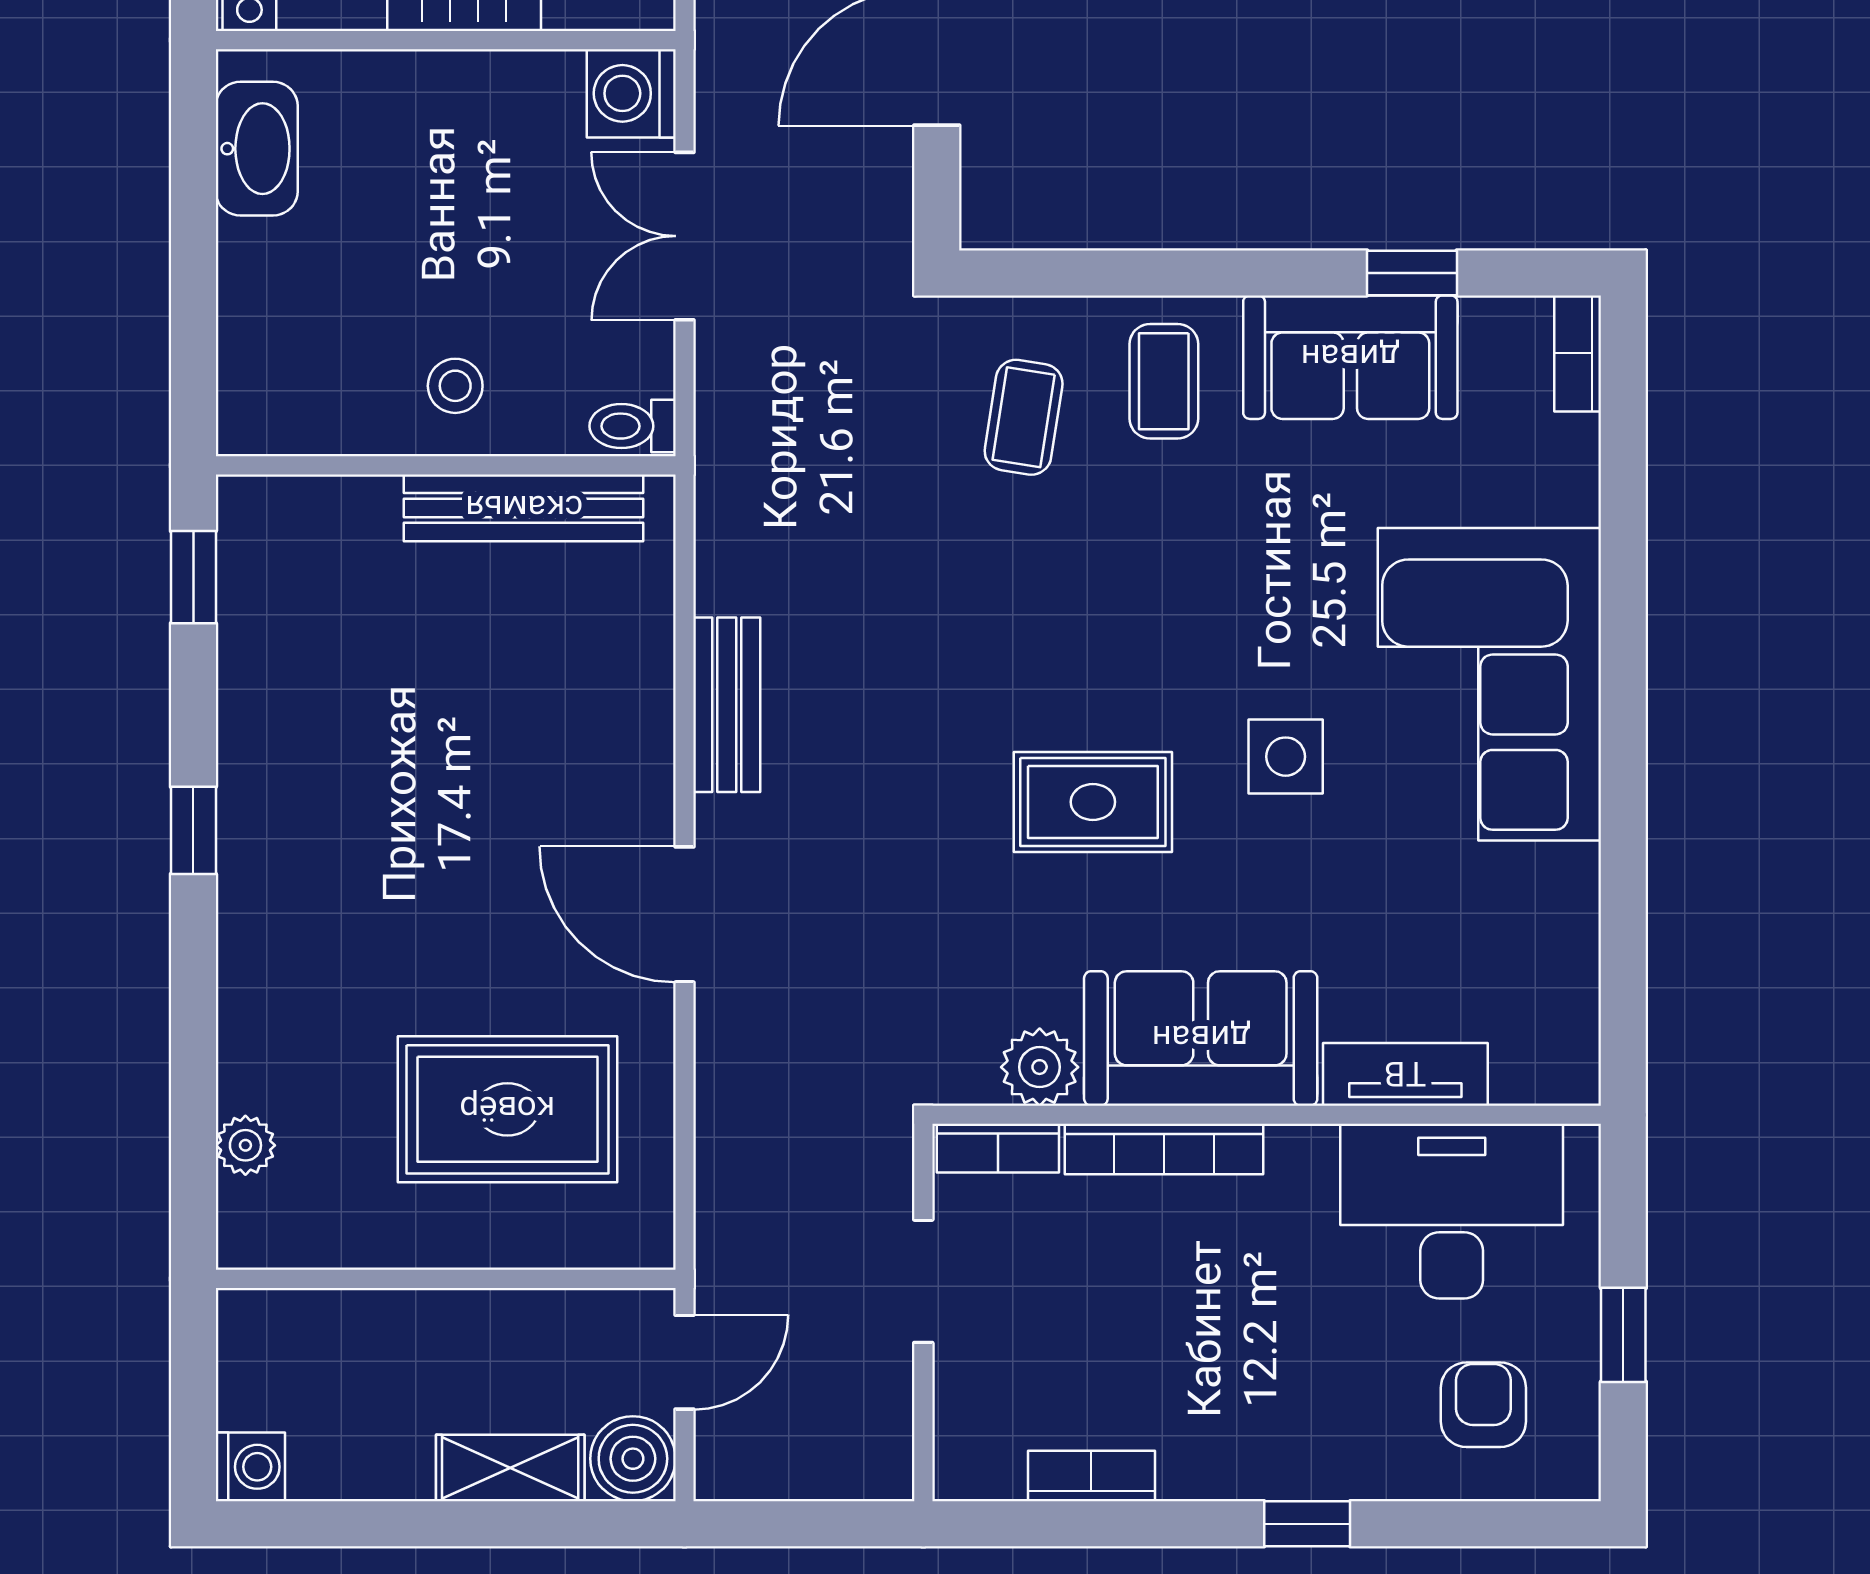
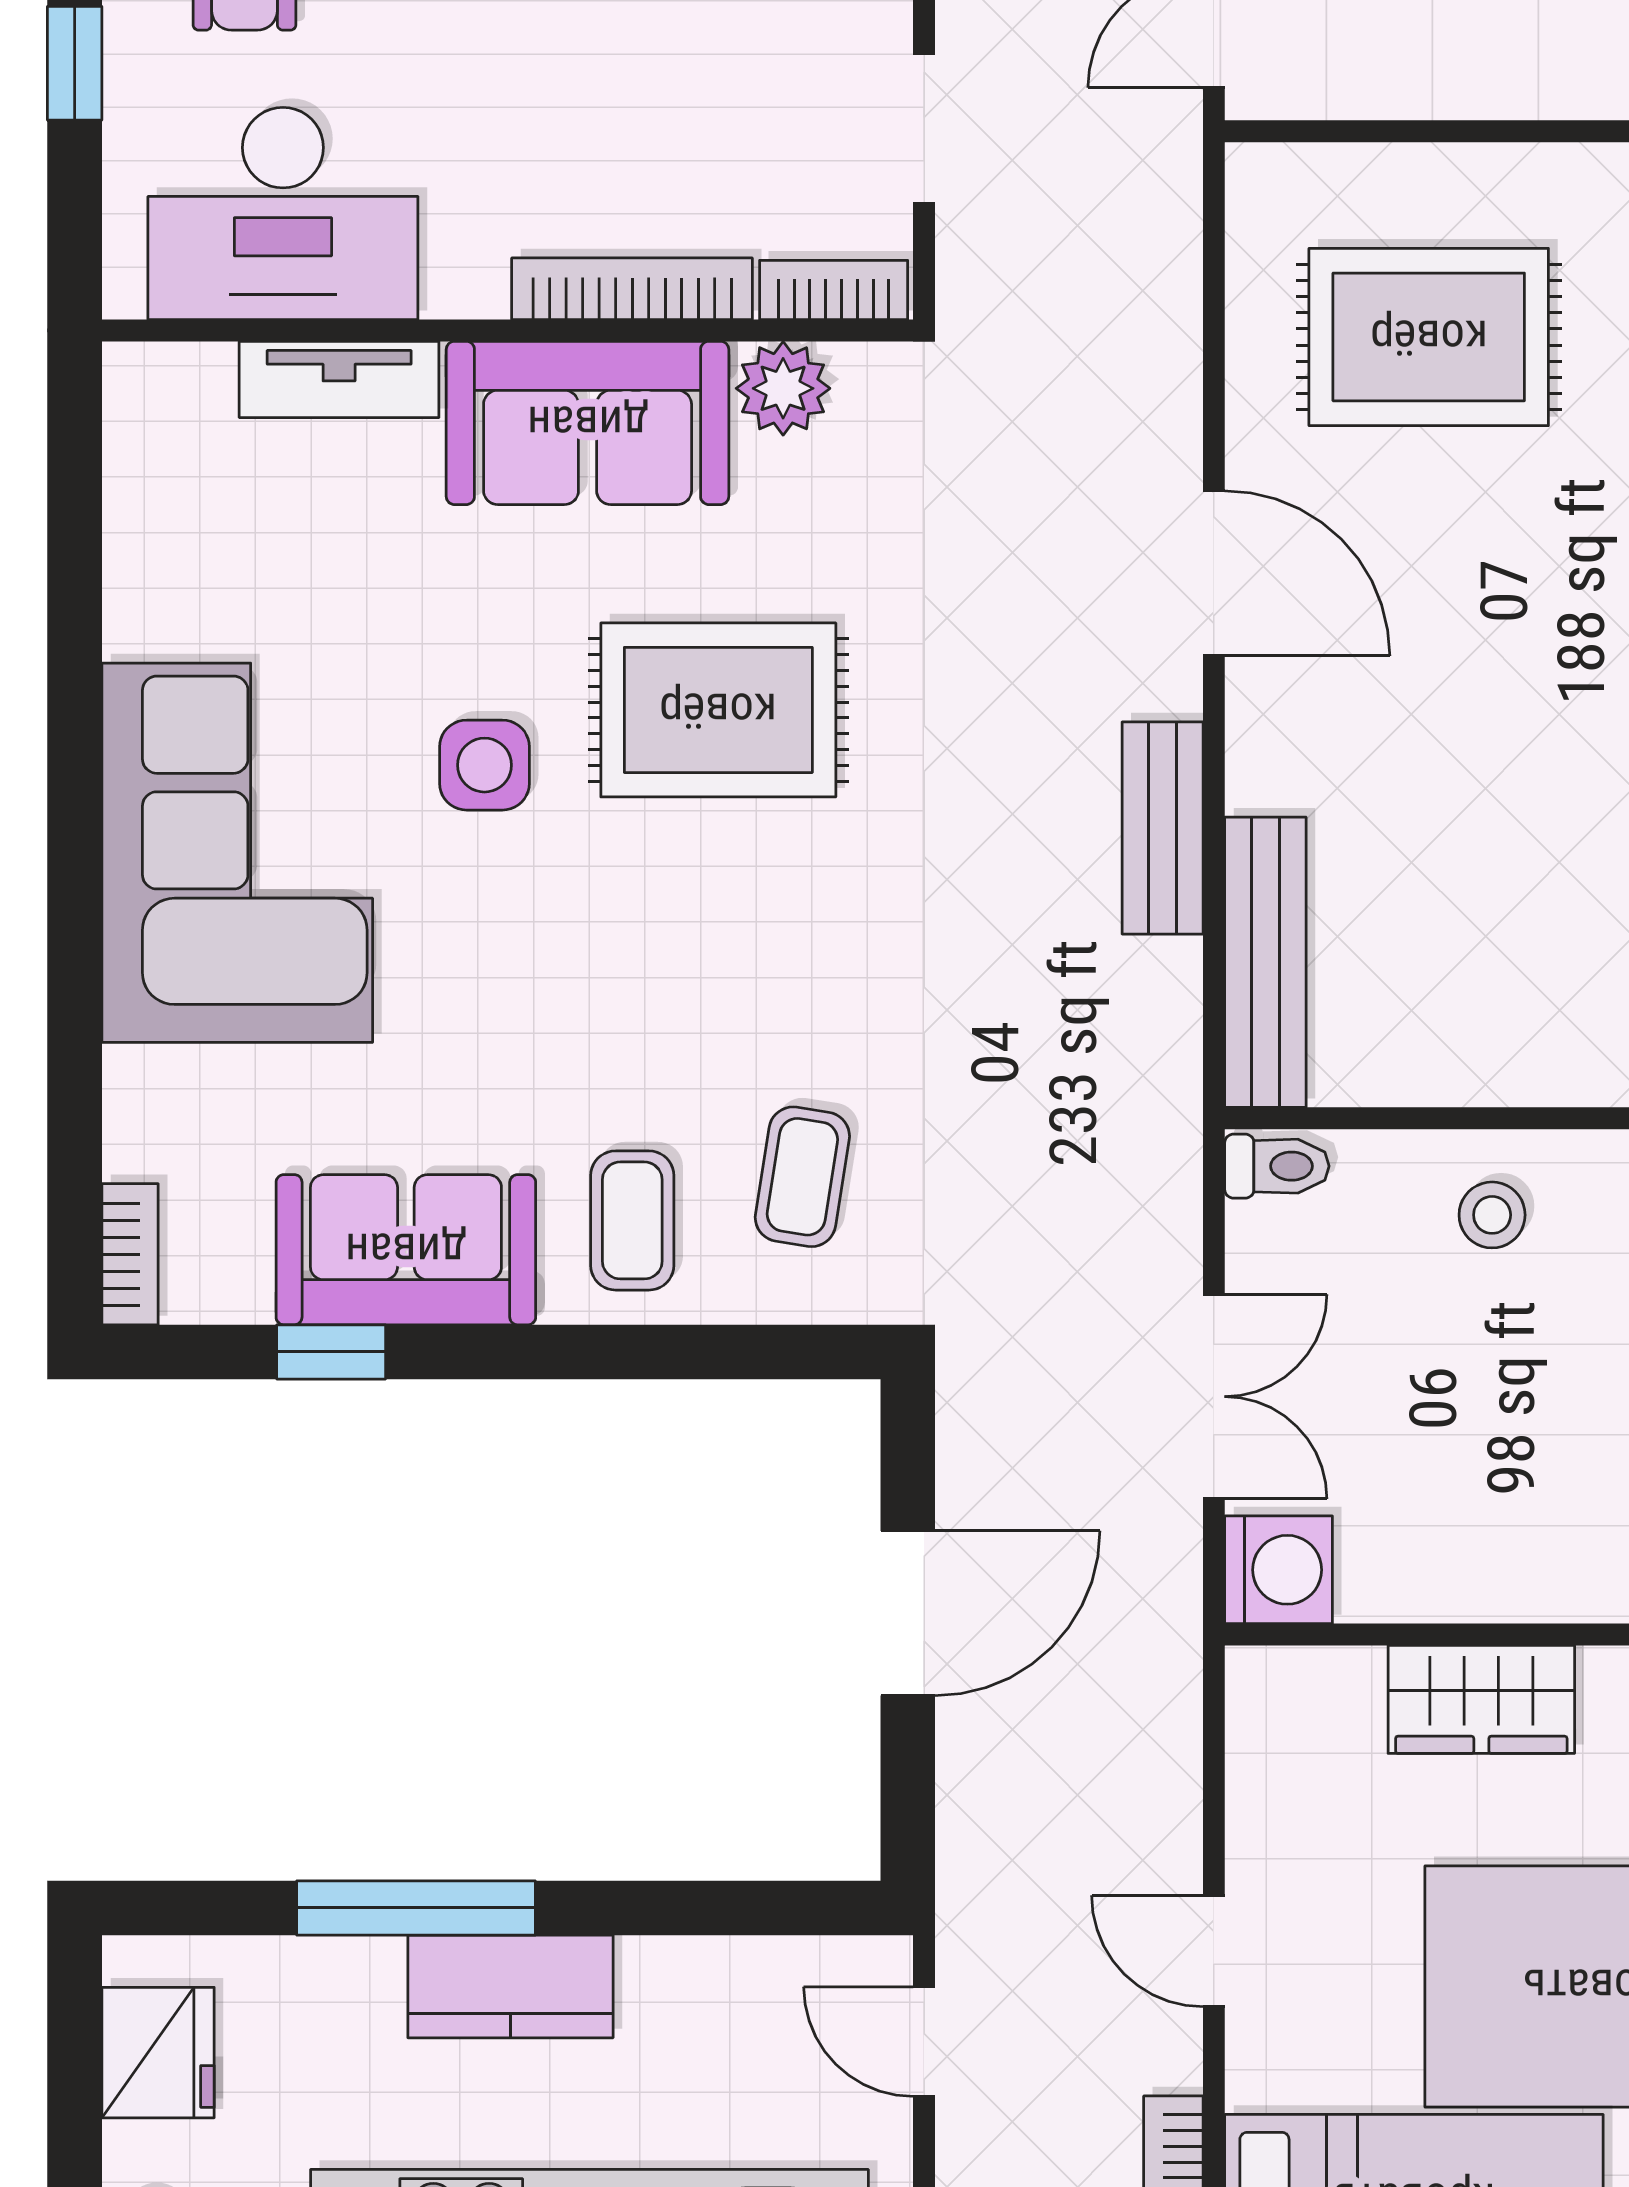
bench: (524, 508) -> (1265, 962), moved, turned 90
rug: (1093, 802) -> (718, 710), width x1.36, depth x1.43

